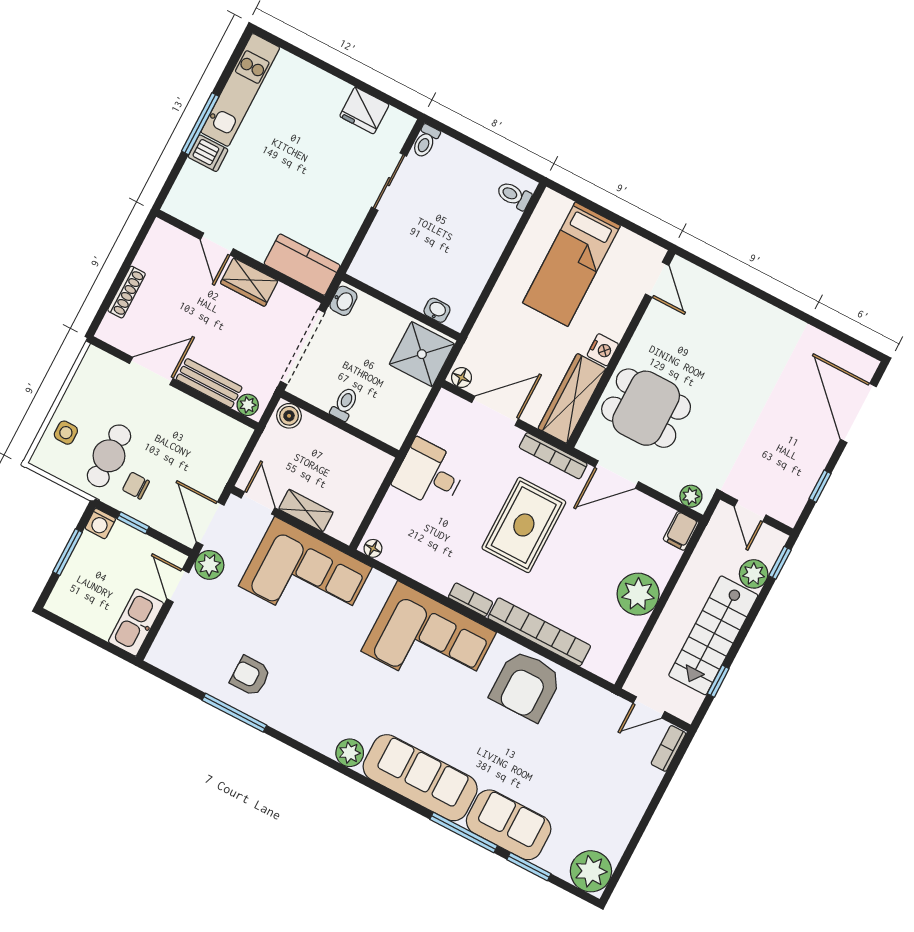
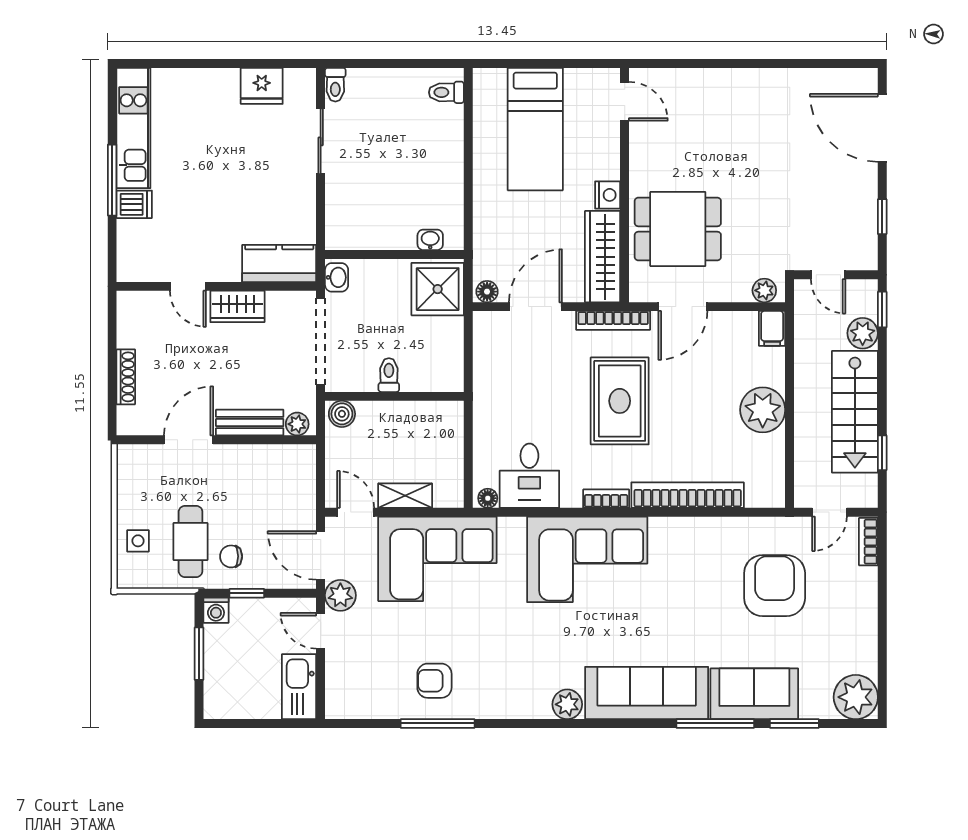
desk: (430, 474) -> (529, 476), moved, turned -90
armchair: (526, 686) -> (775, 586), moved, turned 180

